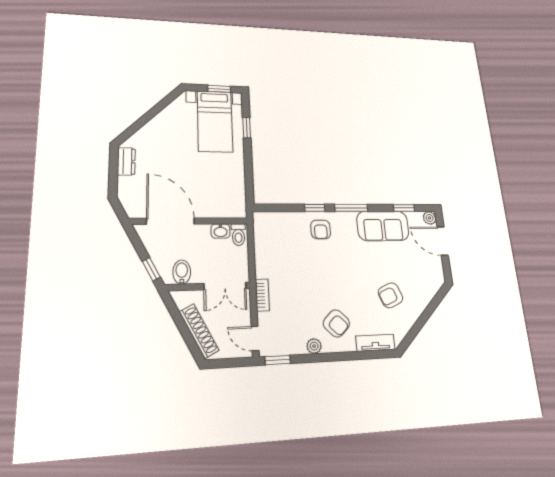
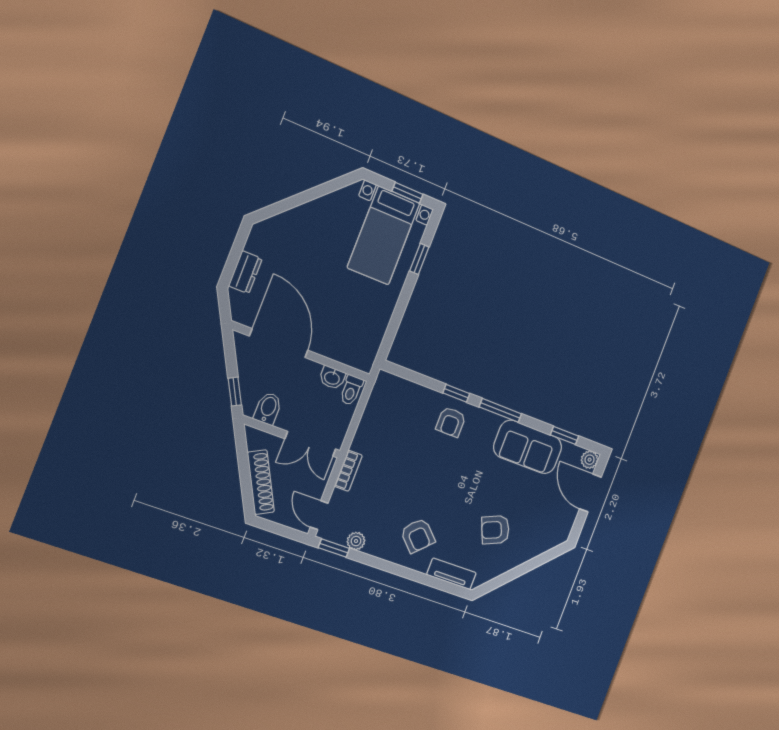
dresser: (126, 161) -> (245, 272), moved
plant: (314, 346) -> (356, 541), moved

